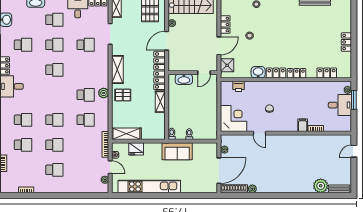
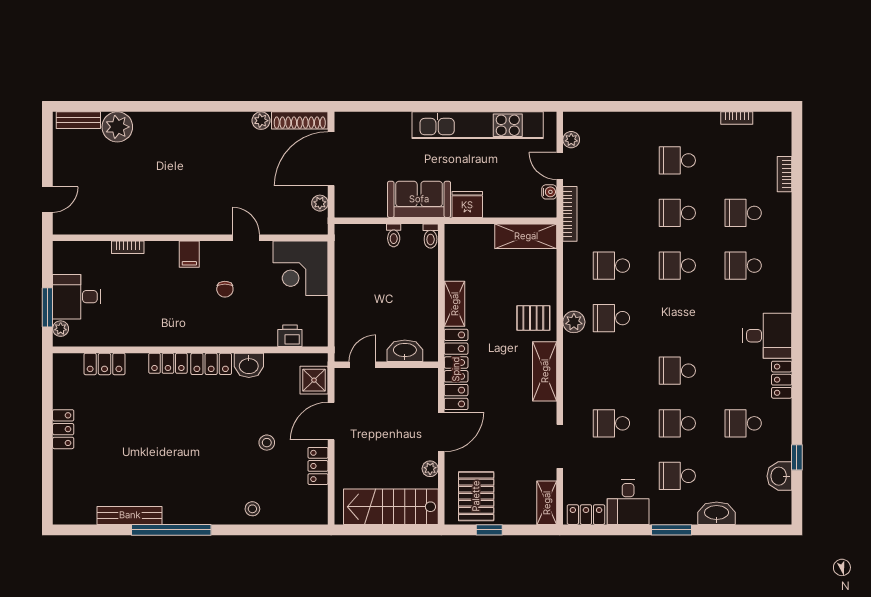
filing cabinet: (303, 125) -> (189, 254), moved
fridge: (136, 149) -> (467, 205), moved

